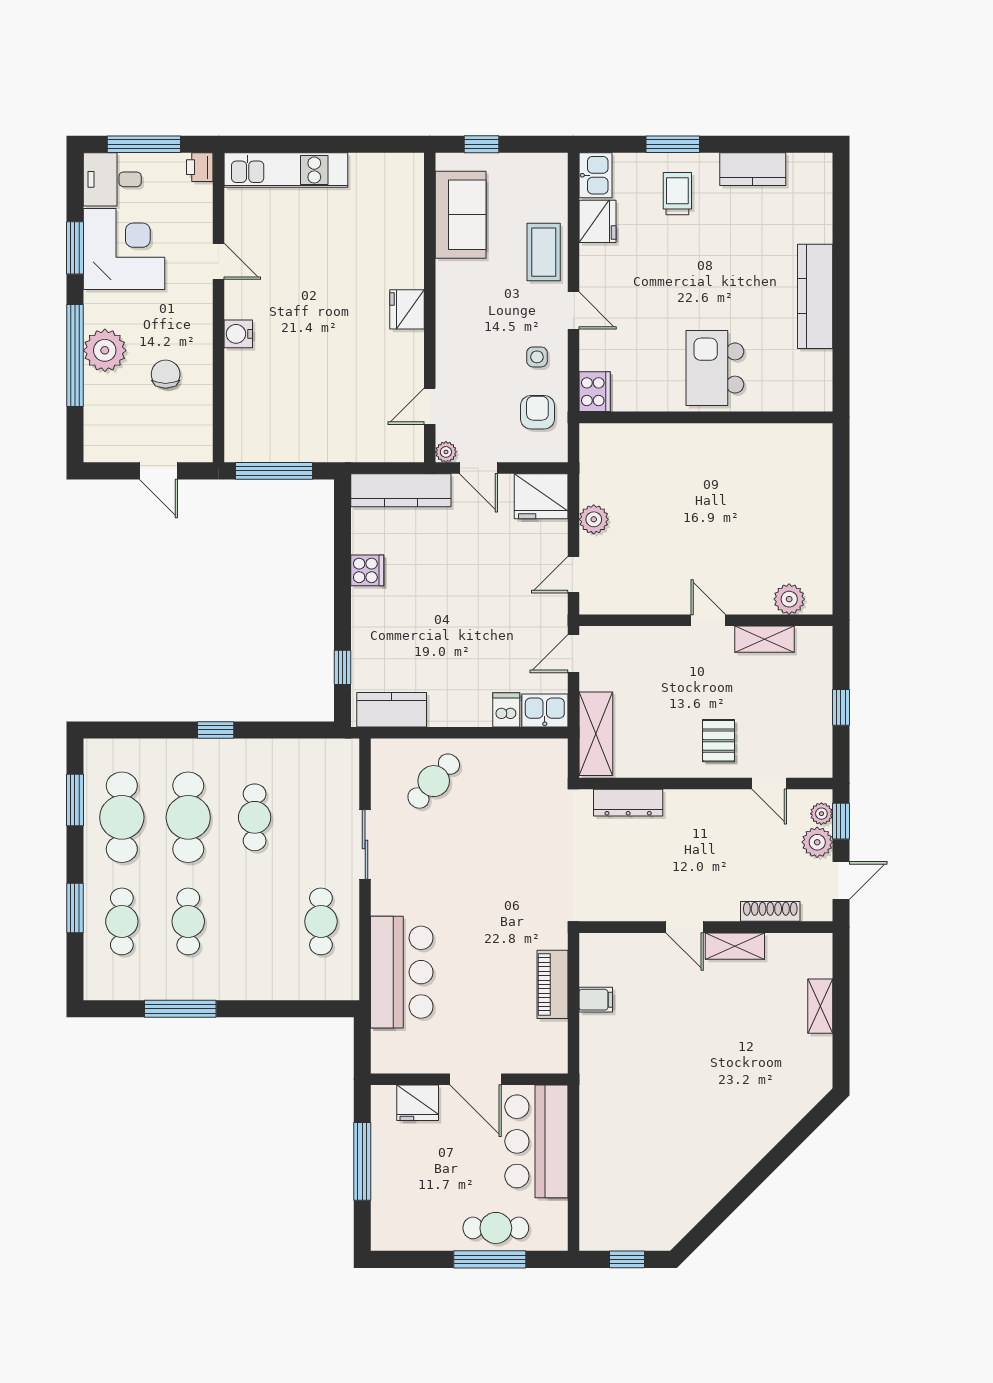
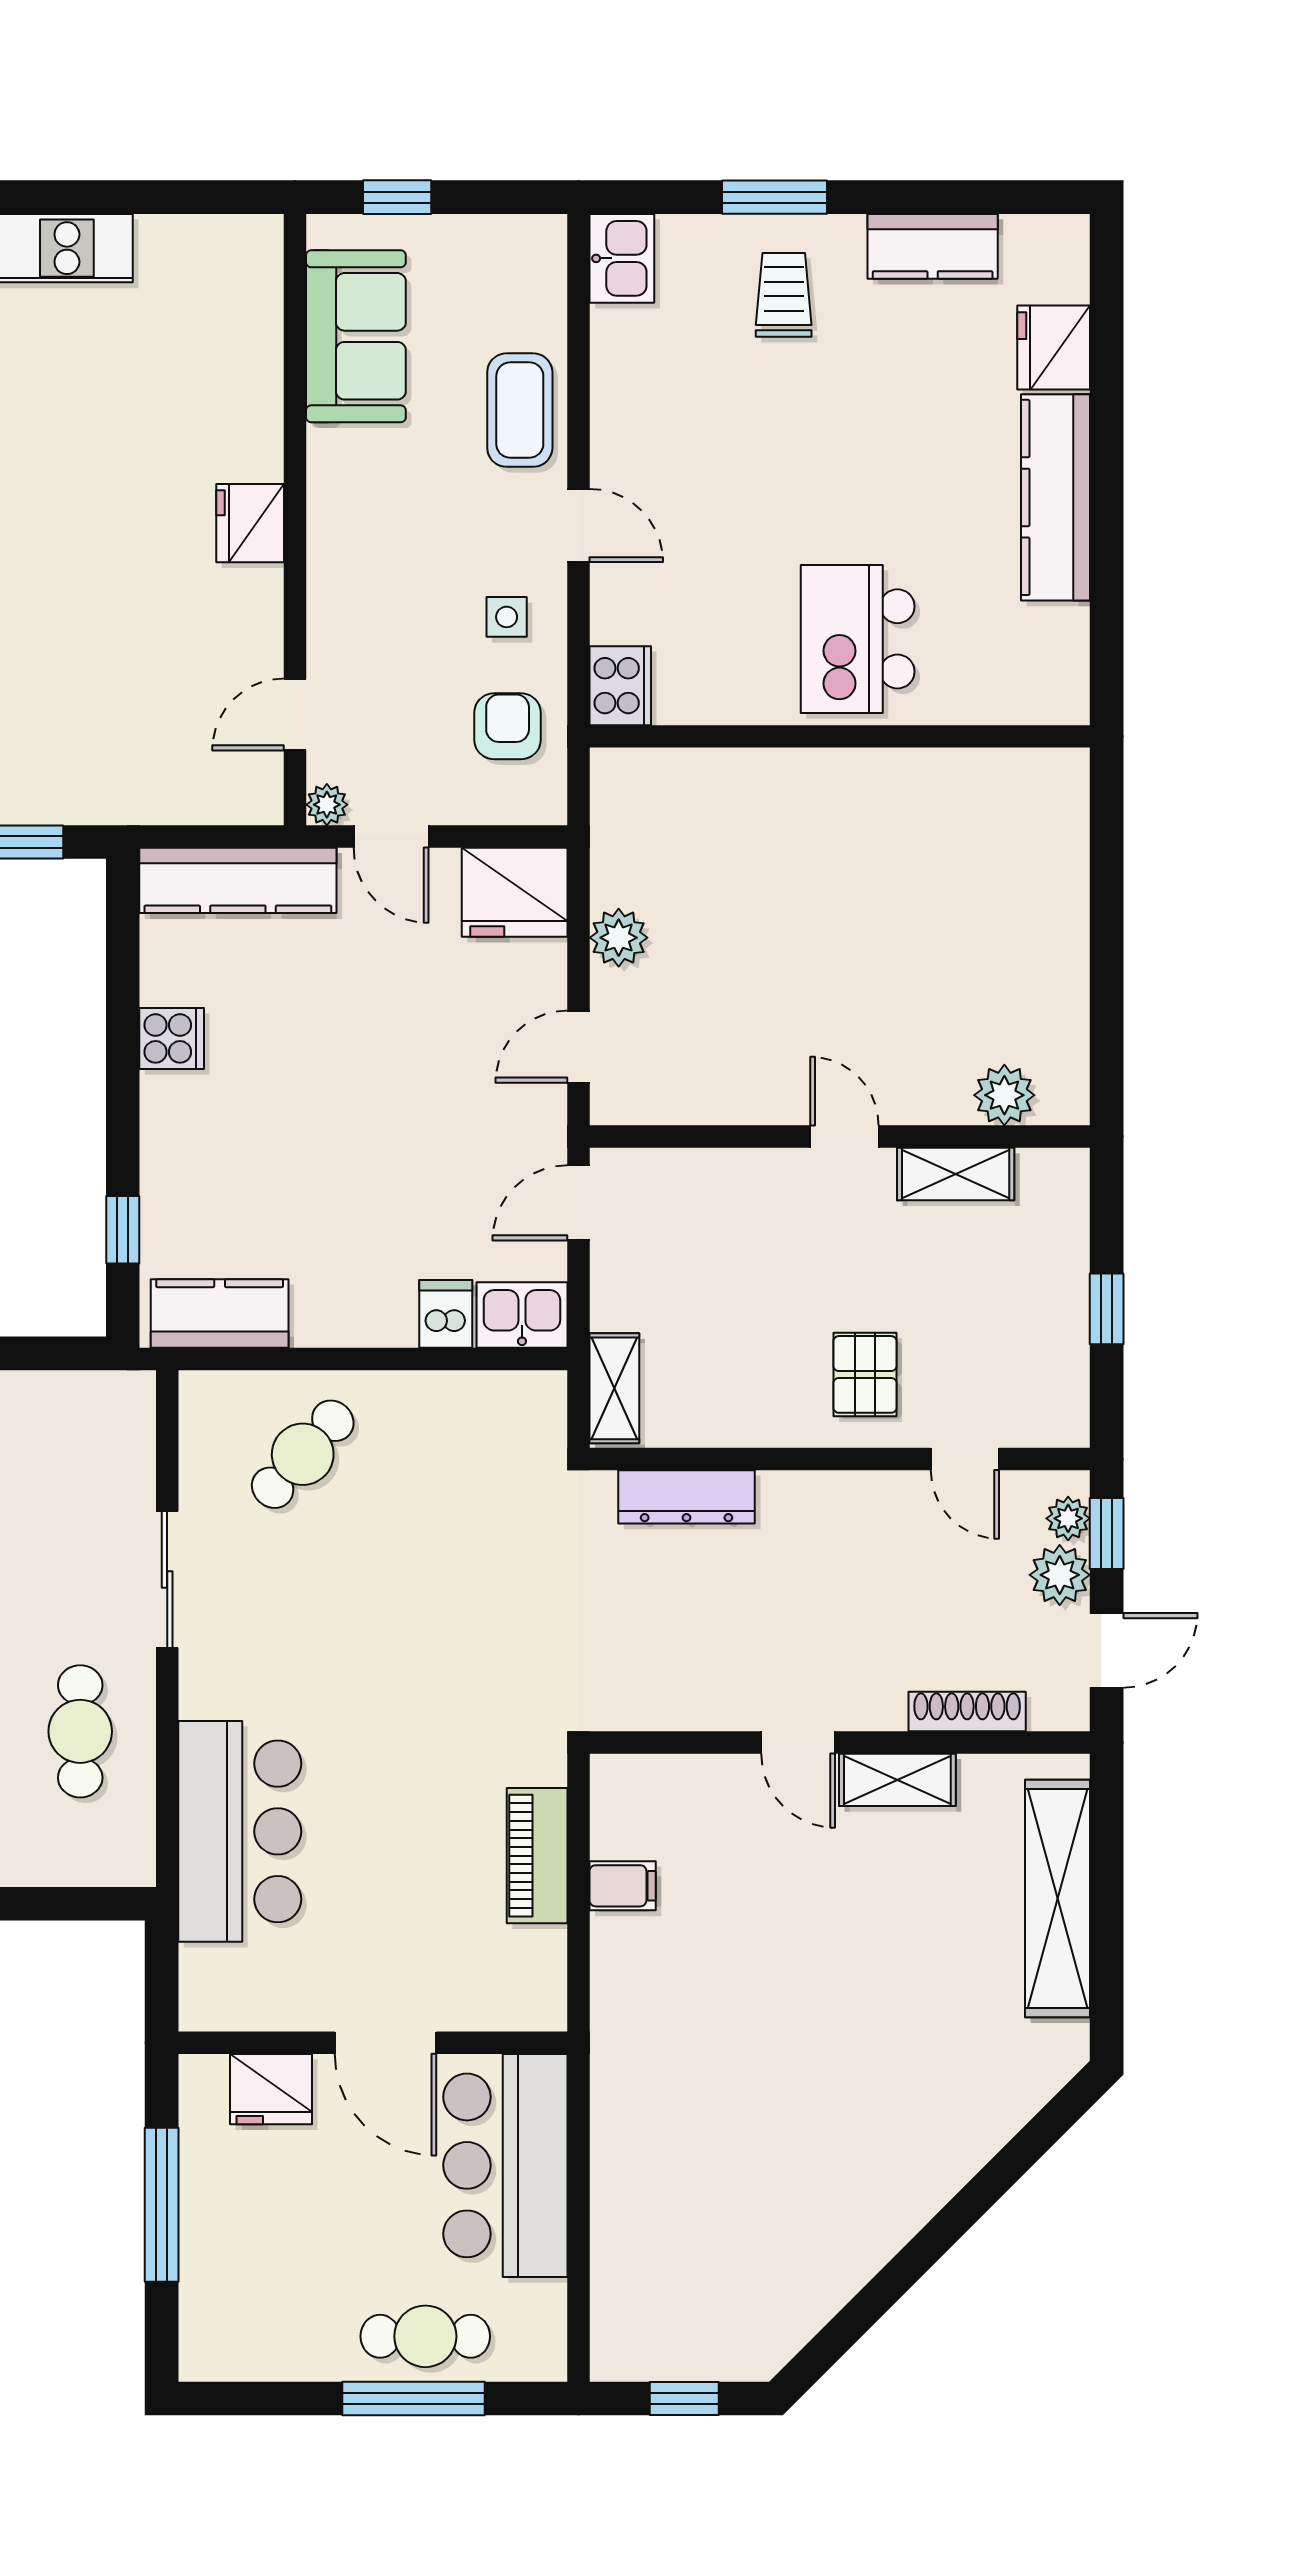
fridge: (597, 221) -> (1054, 348), moved, turned 180
shelving: (596, 734) -> (614, 1388), width x0.67, depth x0.75
shelving: (820, 1006) -> (1058, 1899), width x2.20, depth x1.33

